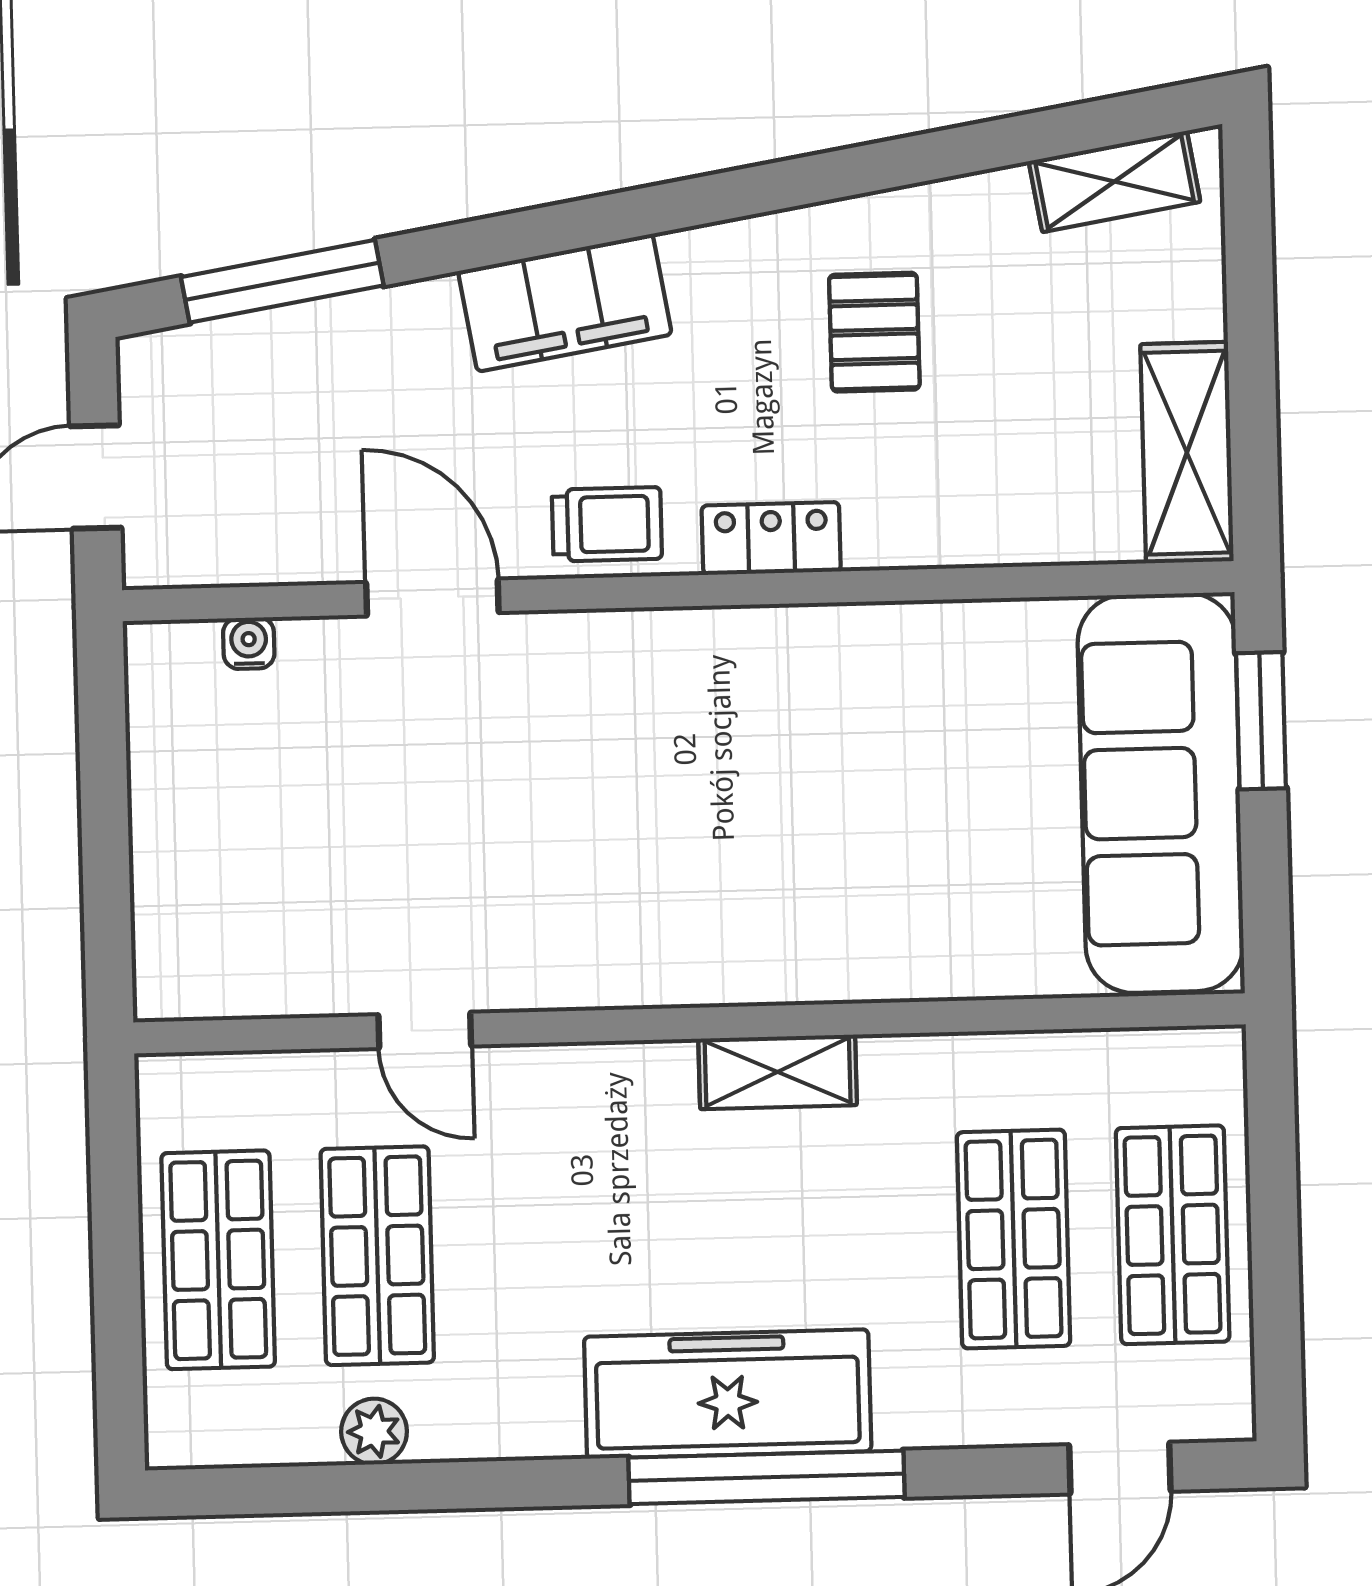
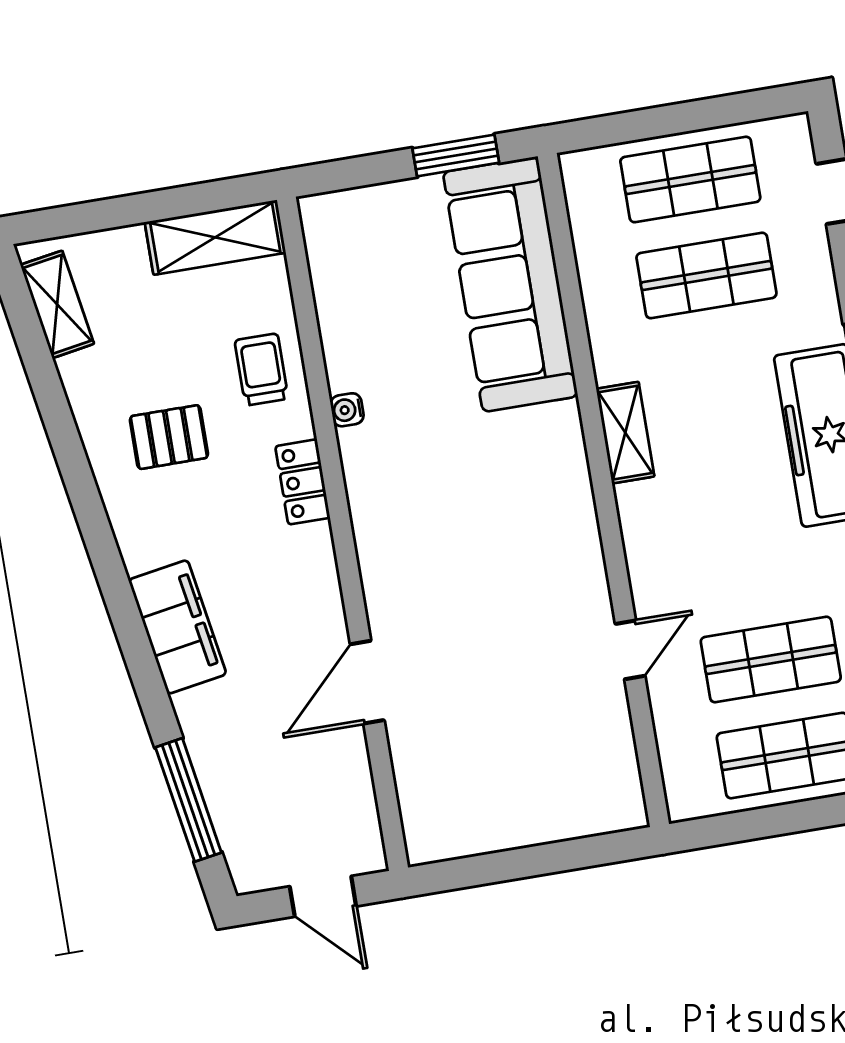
trolley: (607, 524) -> (261, 369), moved
water cooler: (249, 643) -> (347, 410), moved
window: (1261, 721) -> (456, 156), moved
sofa: (1161, 793) -> (510, 284), moved, turned 90

